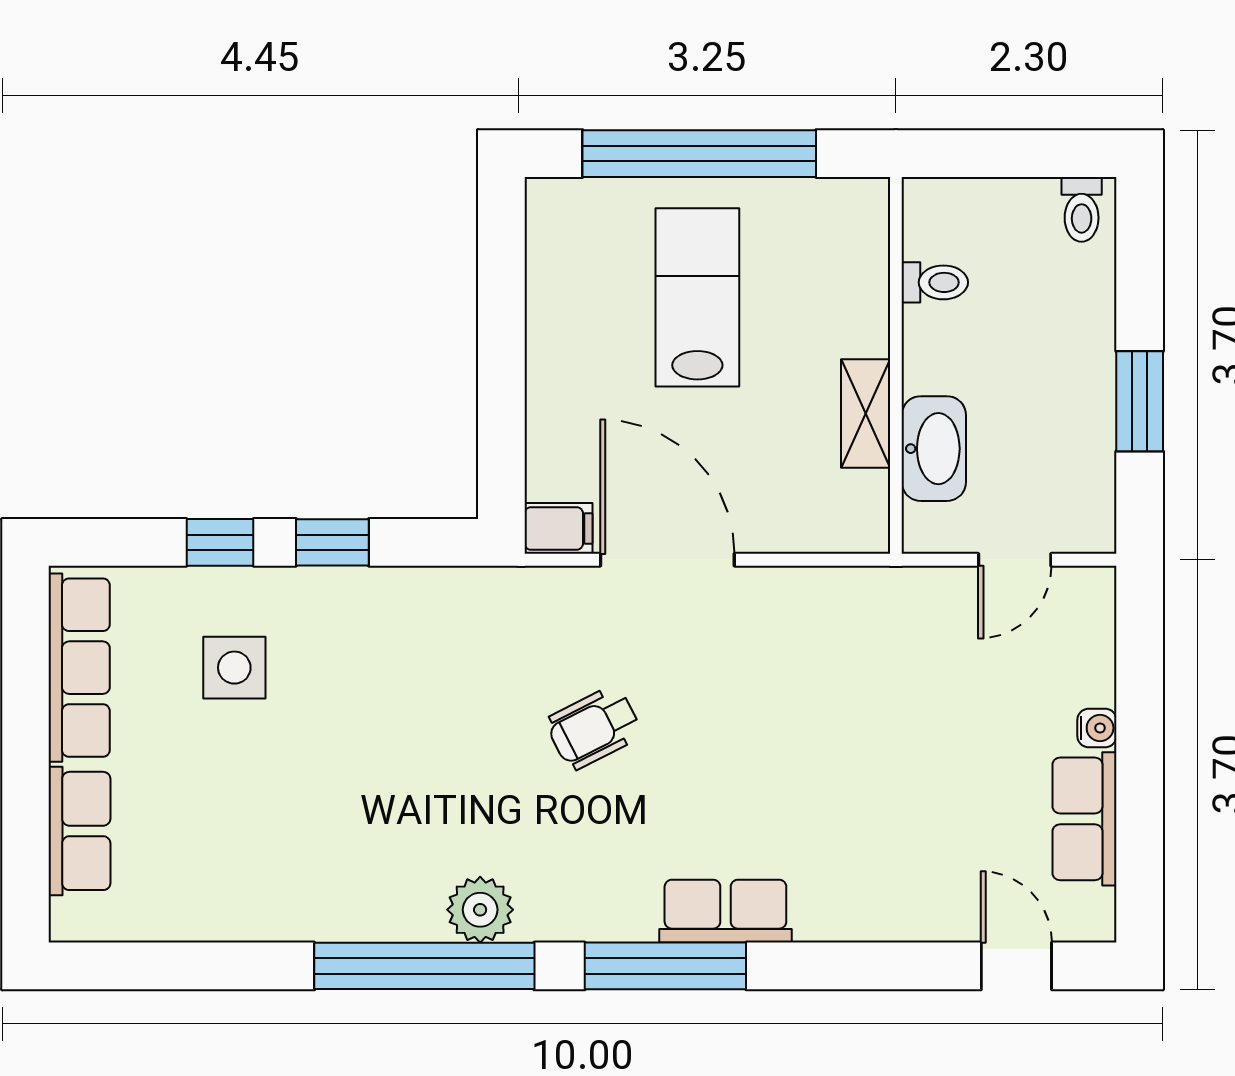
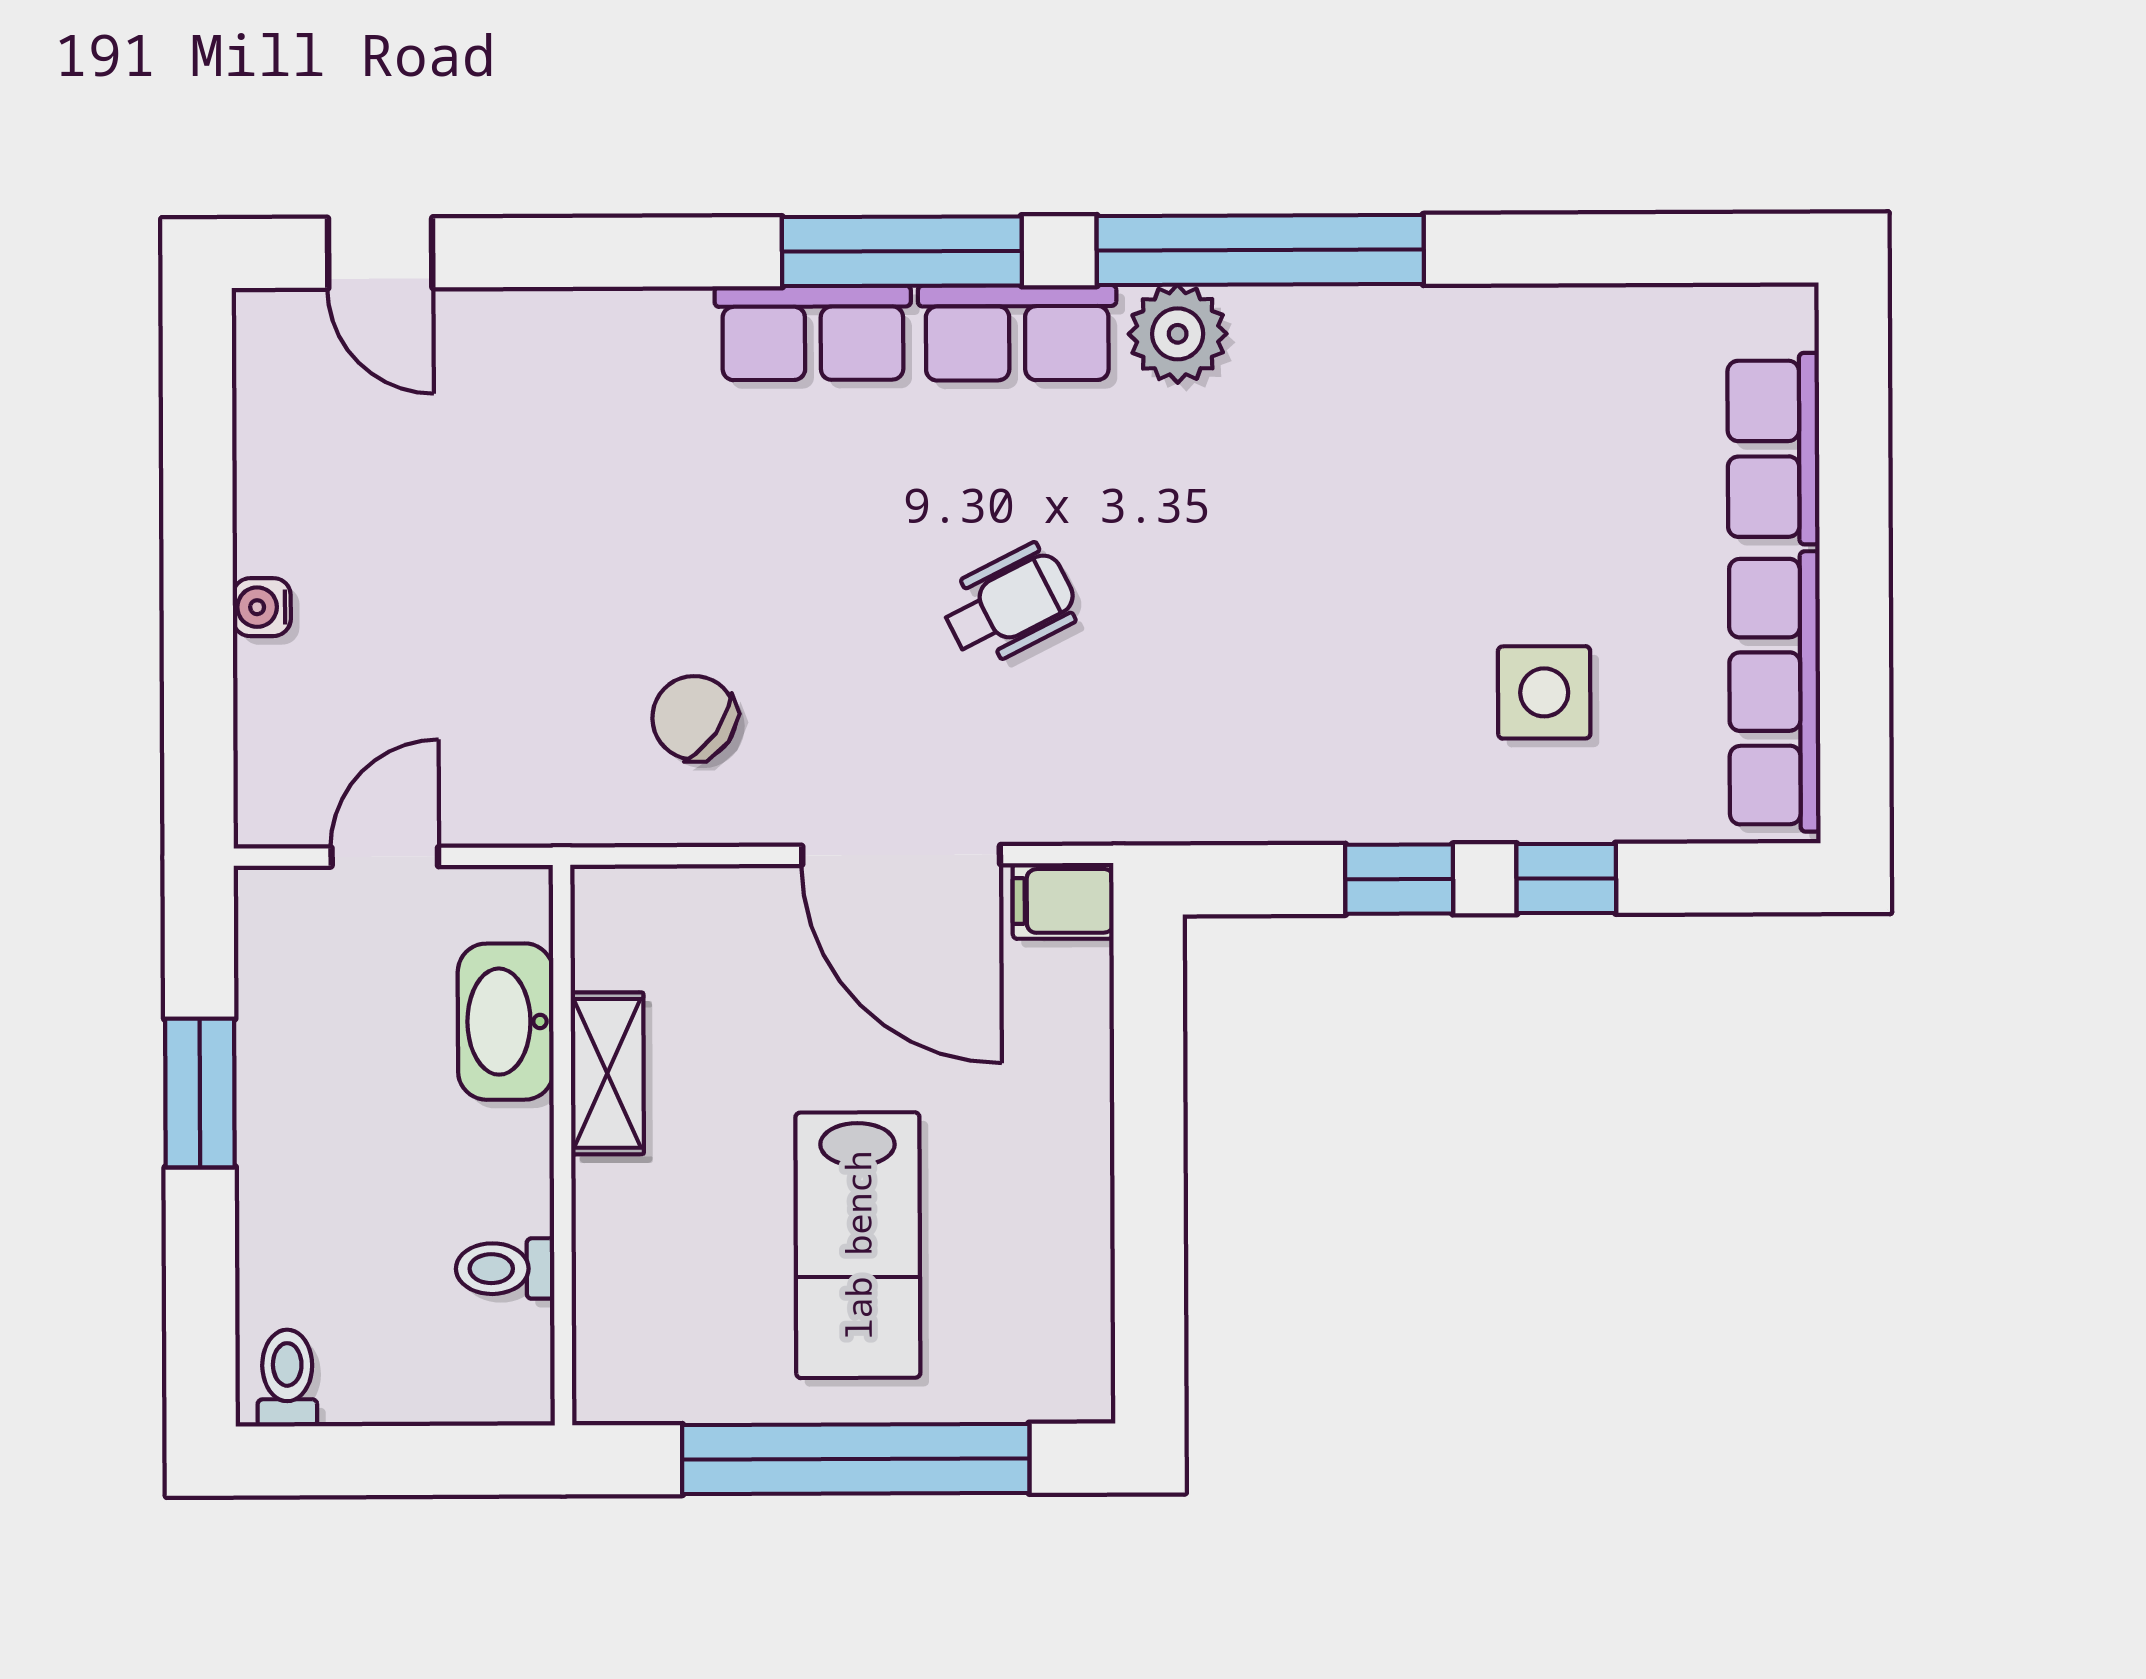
chair: (806, 653) -> (694, 718), added
row of seats: (1084, 819) -> (1017, 333), moved, turned 90

